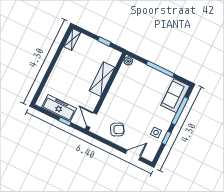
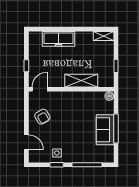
sofa: (175, 96) -> (105, 130), moved, turned -90
freezer: (59, 108) -> (59, 39), moved, turned 90

